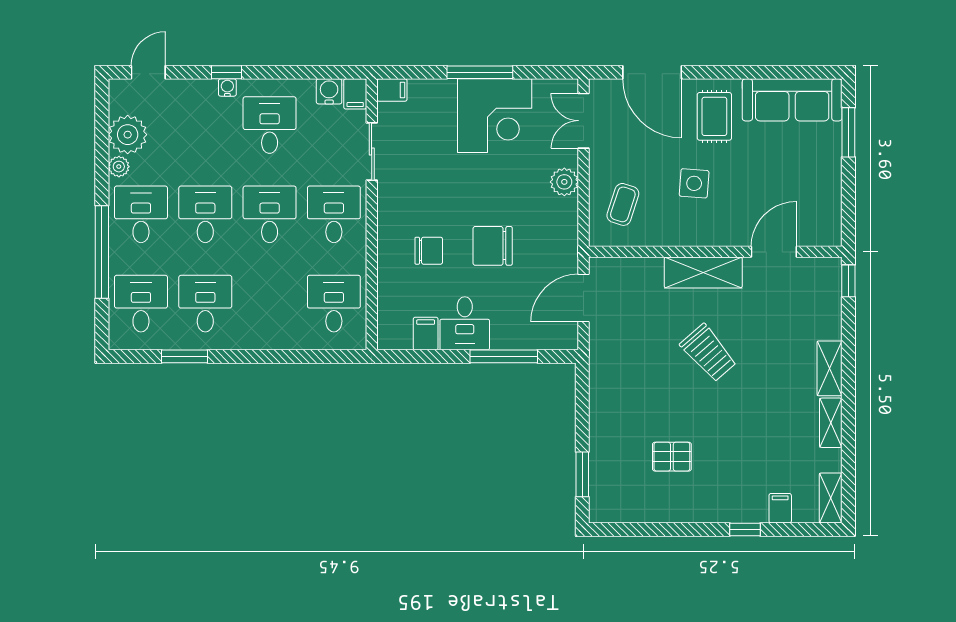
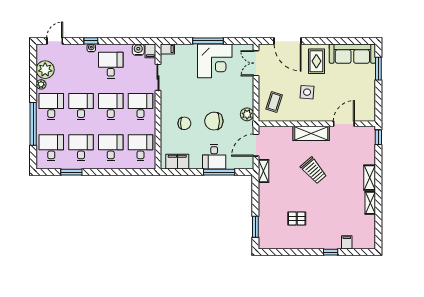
plant: (564, 182) -> (247, 114), moved
desk: (270, 304) -> (111, 148), added
desk: (465, 323) -> (214, 157), moved
filing cabinet: (426, 334) -> (177, 162), width x2.00
shelving: (831, 498) -> (264, 171), moved

